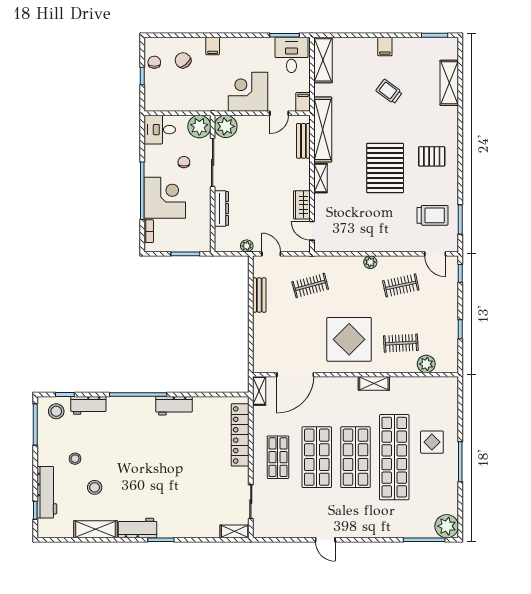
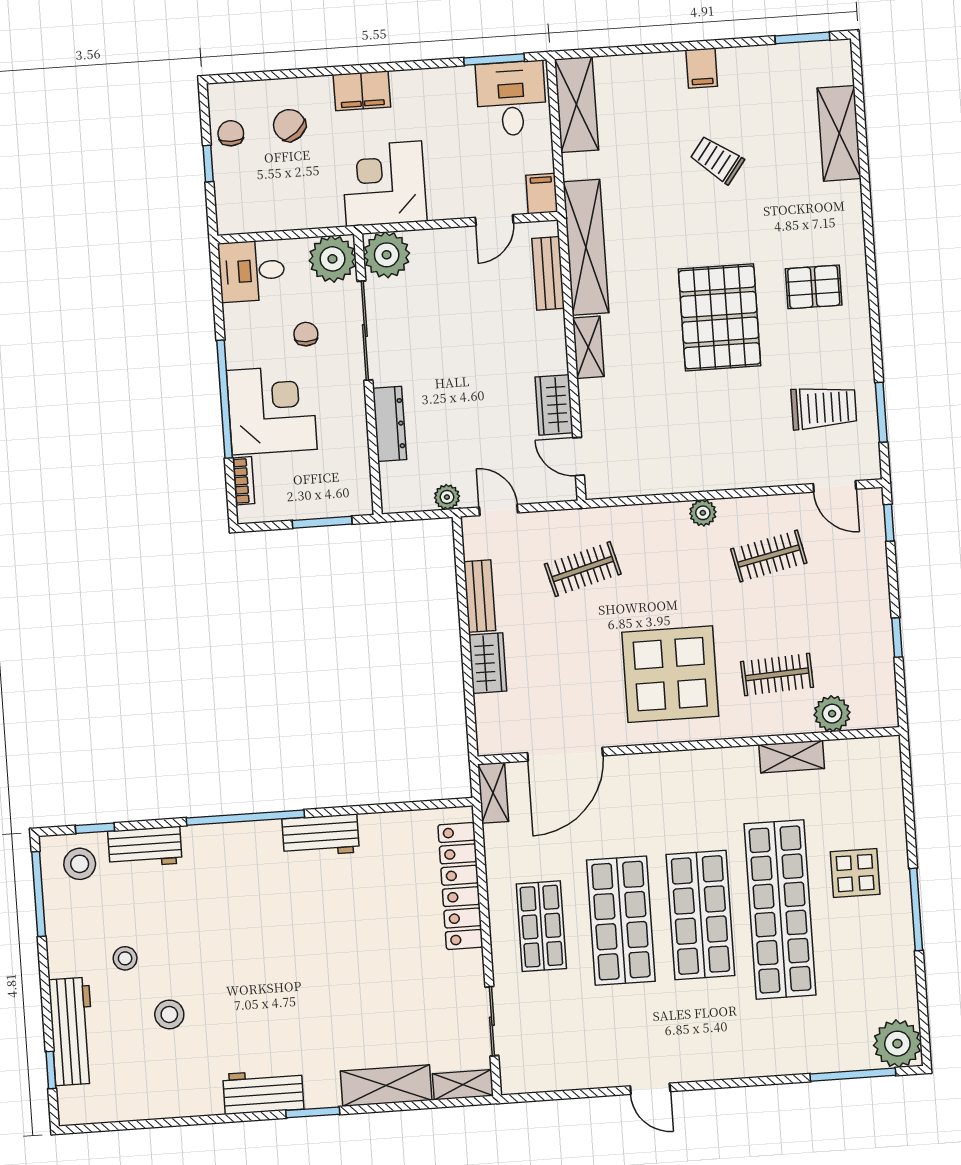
filing cabinet: (213, 46) -> (362, 91), width x2.00
corner desk: (248, 92) -> (384, 184), moved
wardrobe: (261, 328) -> (488, 663), added
shelving: (374, 383) -> (792, 757), moved
shelving: (96, 529) -> (386, 1086), moved

